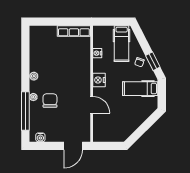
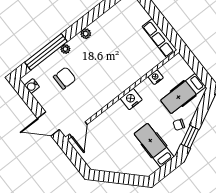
chair: (50, 101) -> (65, 78), moved
door: (92, 105) -> (78, 129), moved

